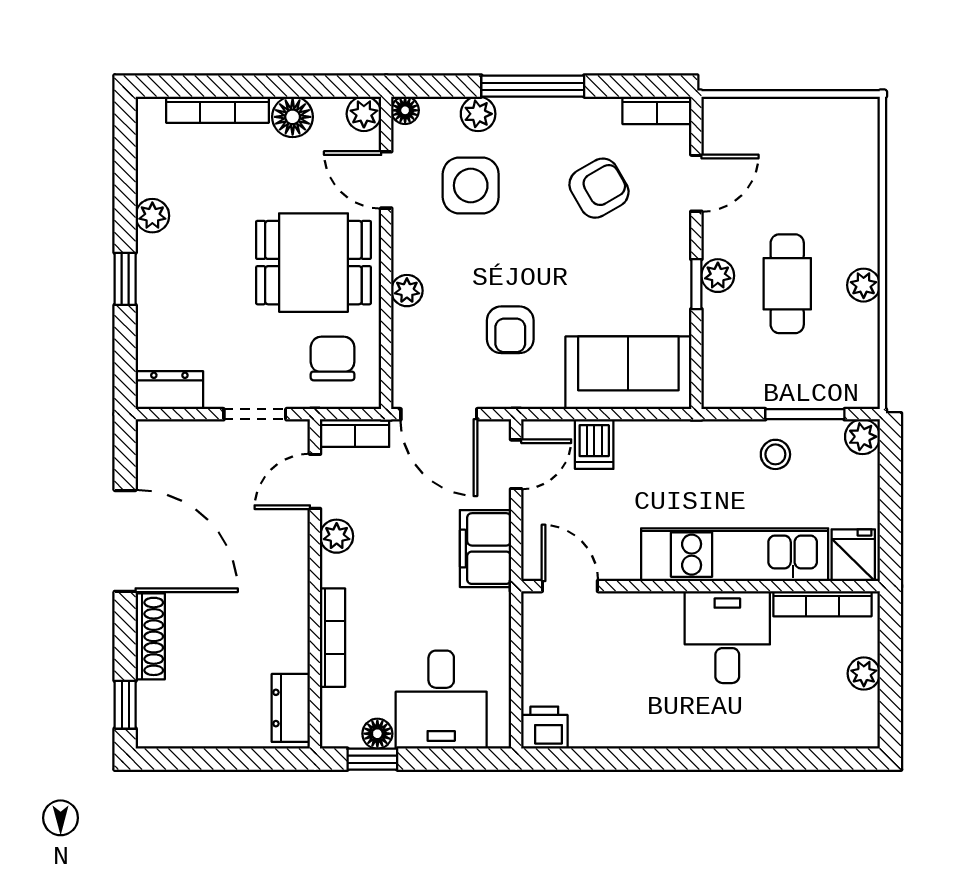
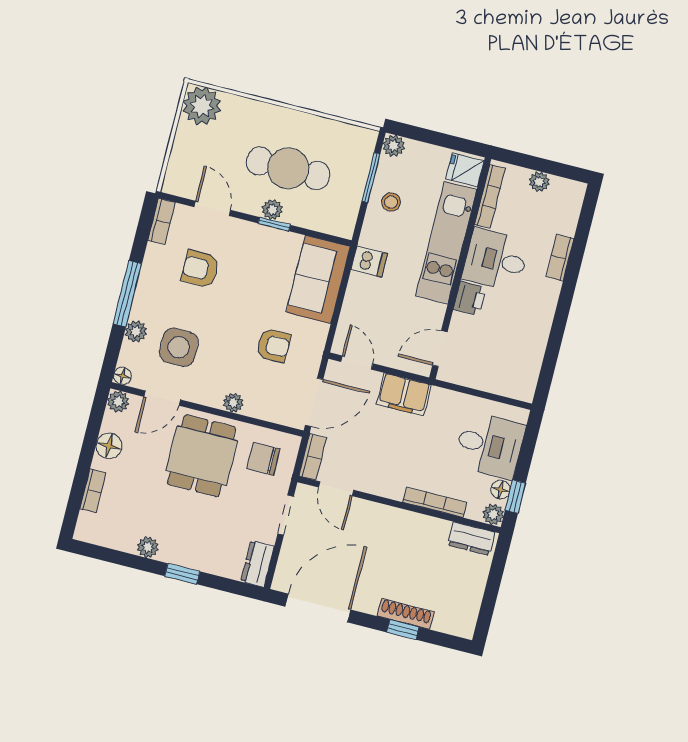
bookcase: (218, 110) -> (93, 491), width x0.64
armchair: (599, 188) -> (200, 269), turned -60
cafe table: (787, 284) -> (288, 168), width x1.37, depth x1.35
plant: (864, 285) -> (202, 106), moved, width x1.88, depth x1.88
dishwasher: (594, 444) -> (369, 262), moved
plant: (337, 536) -> (493, 514), moved
door: (125, 541) -> (318, 608), moved
window: (125, 705) -> (403, 630), moved
printer: (544, 728) -> (470, 298), moved, turned 180
bookcase: (756, 735) -> (560, 258), added

